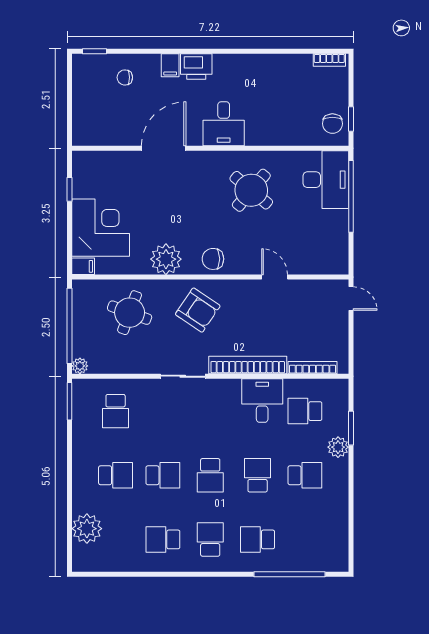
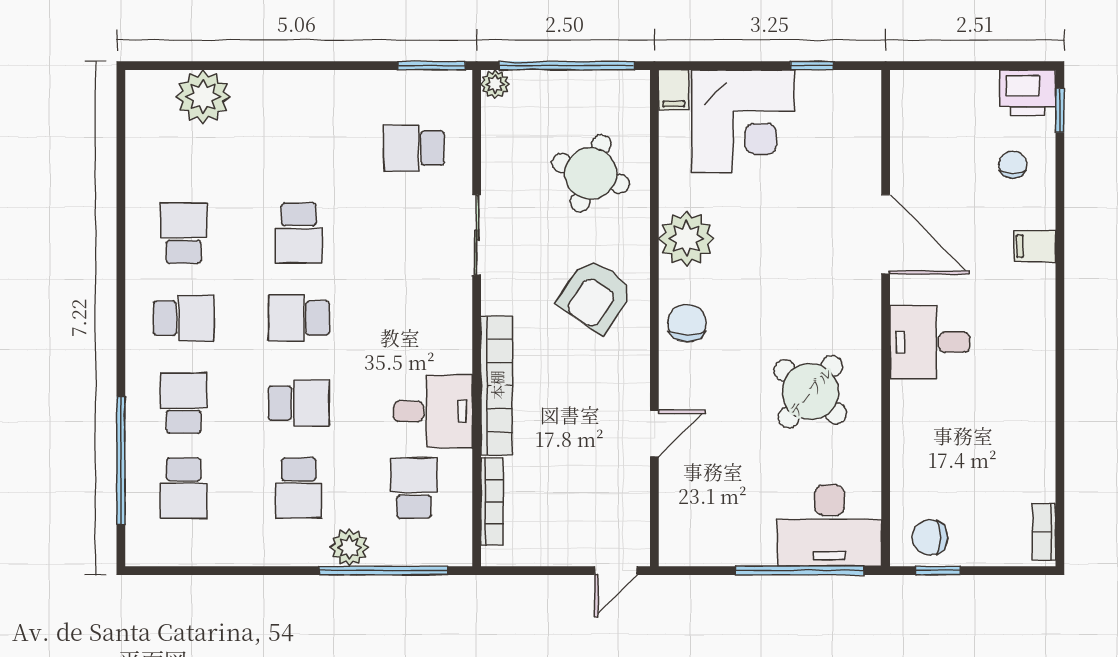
printer: (196, 67) -> (1028, 93), moved, turned -90
sliding door: (183, 376) -> (477, 235), moved
window: (351, 428) -> (383, 571), width x2.11
school desk: (116, 475) -> (184, 488), moved

